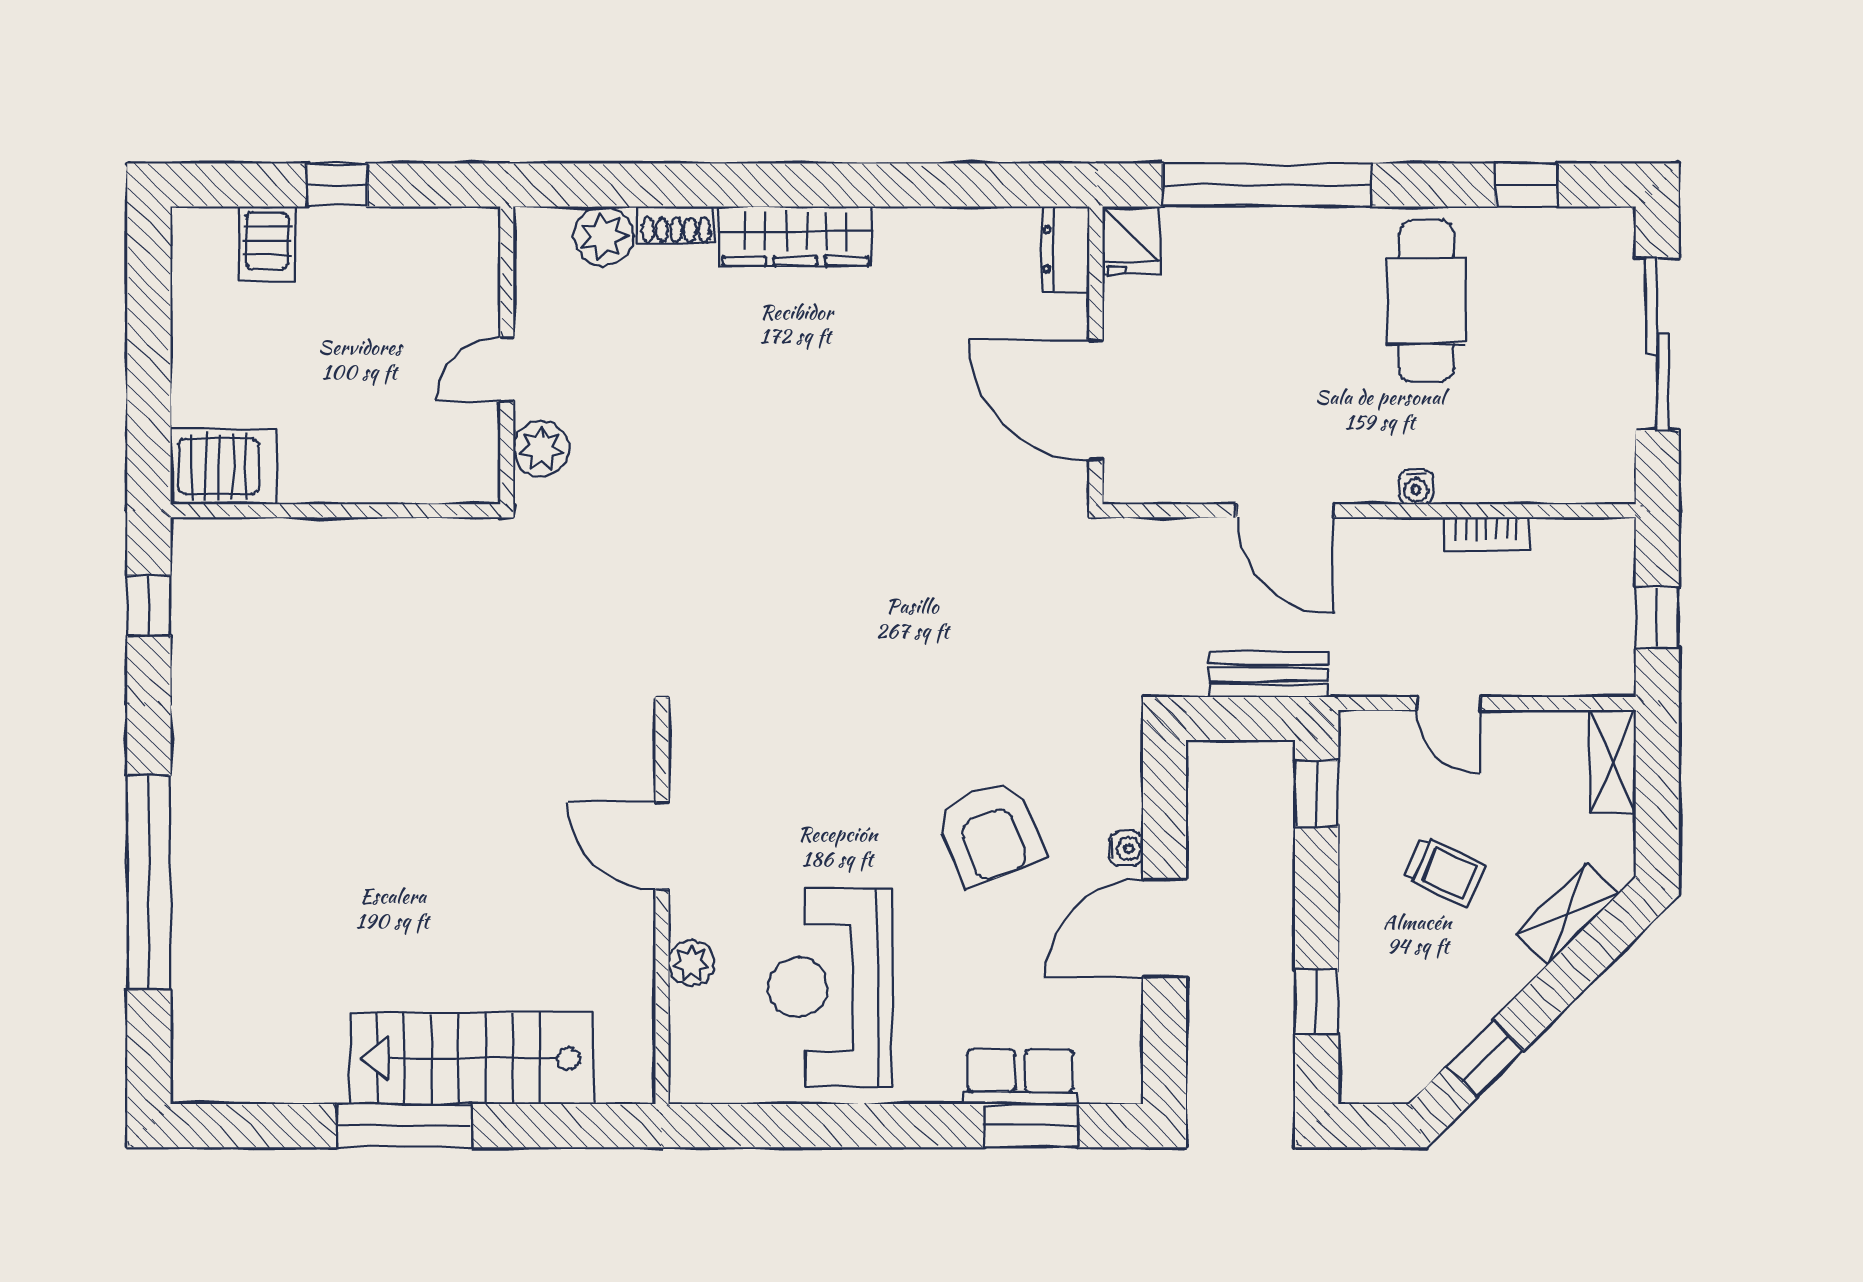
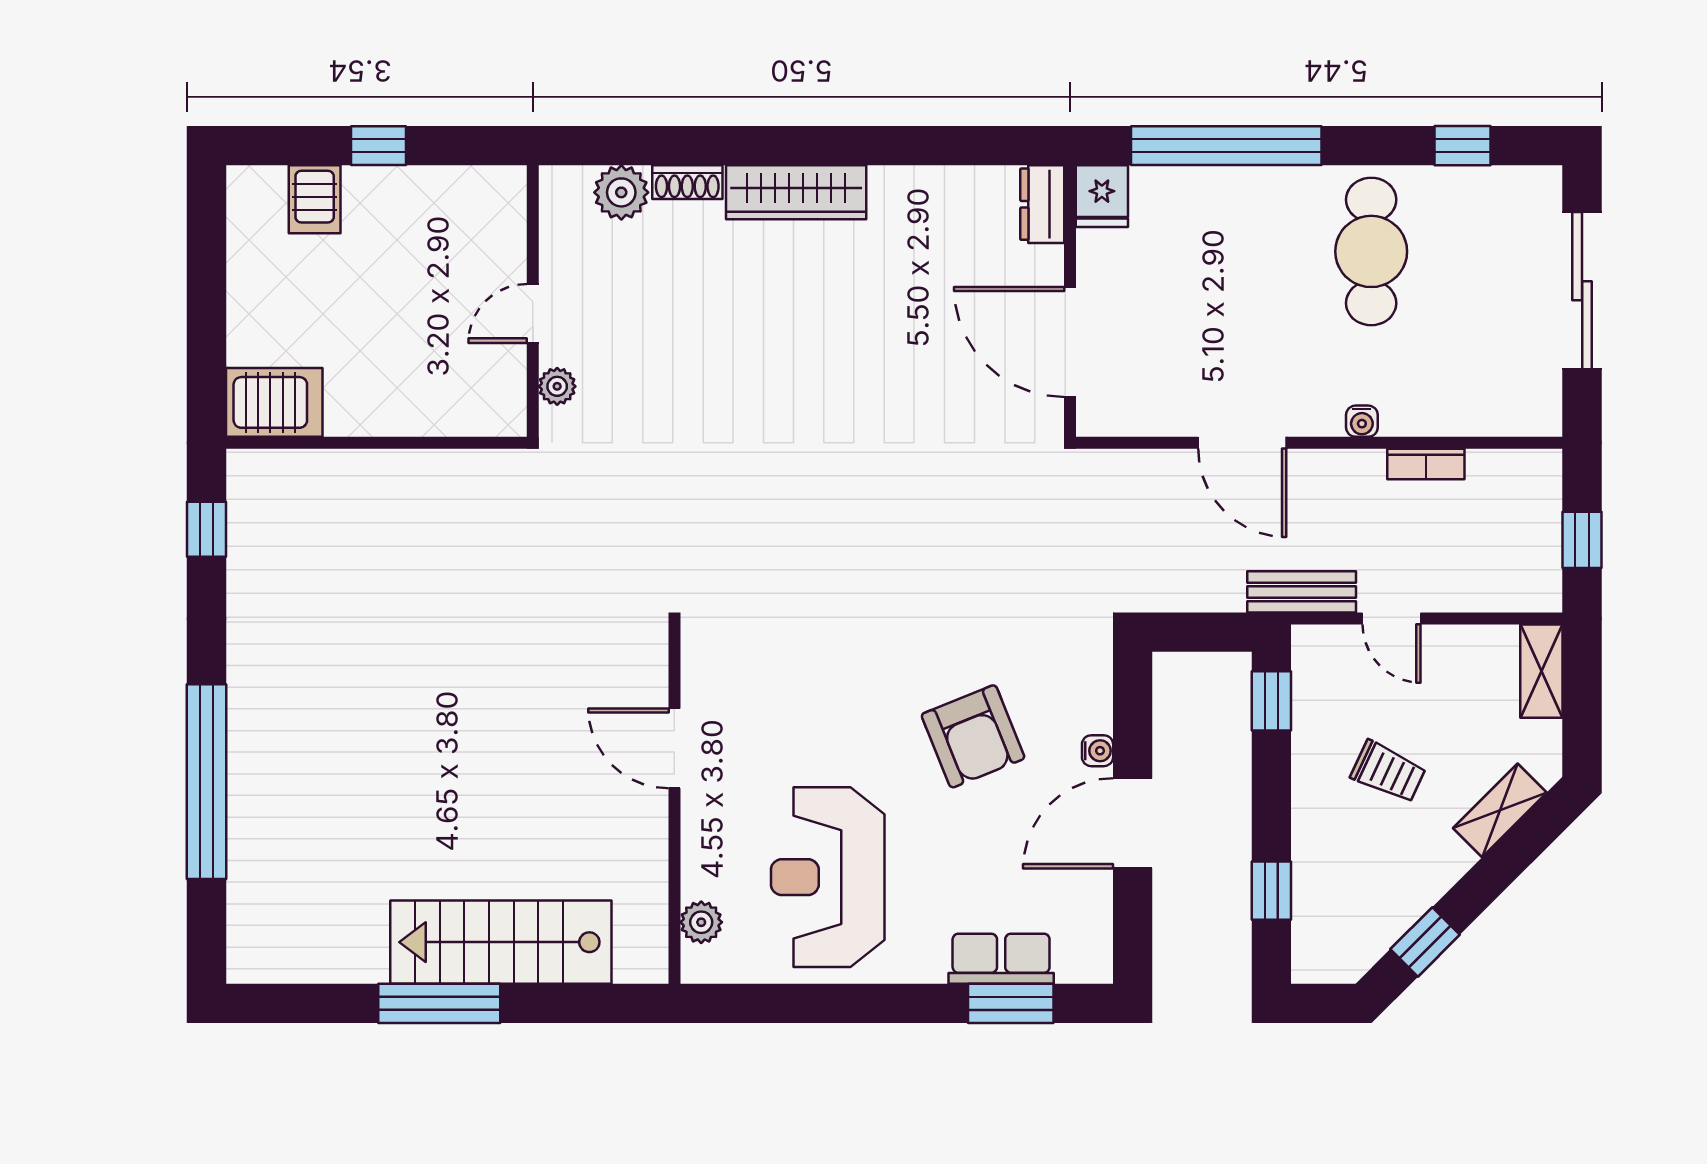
plant: (541, 449) -> (557, 386), width x0.73, depth x0.73
bench: (1268, 674) -> (1302, 592), moved
plant: (691, 963) -> (701, 922), moved

